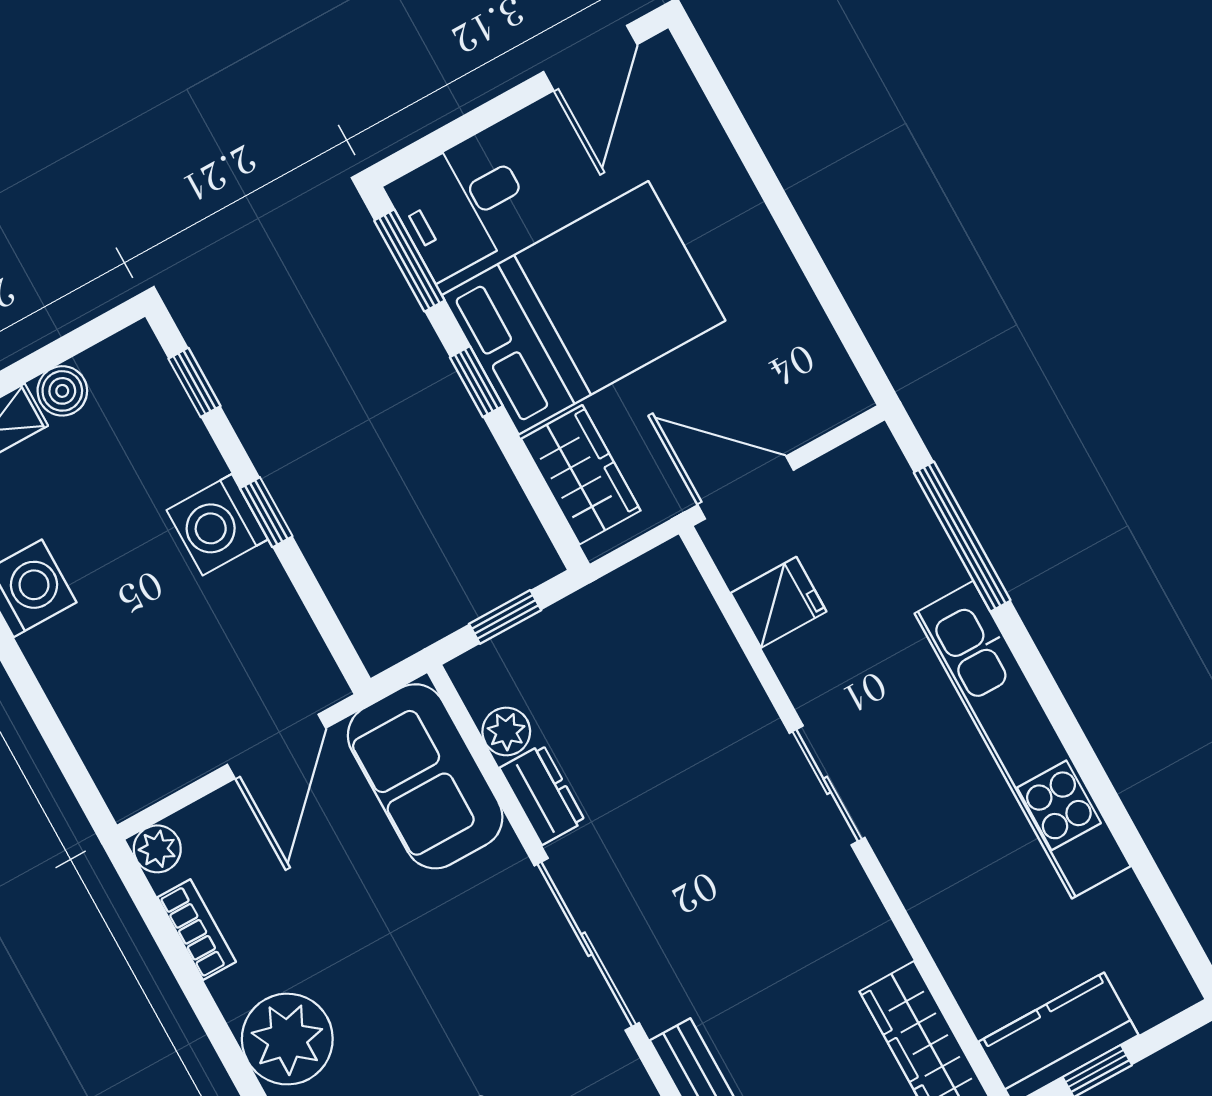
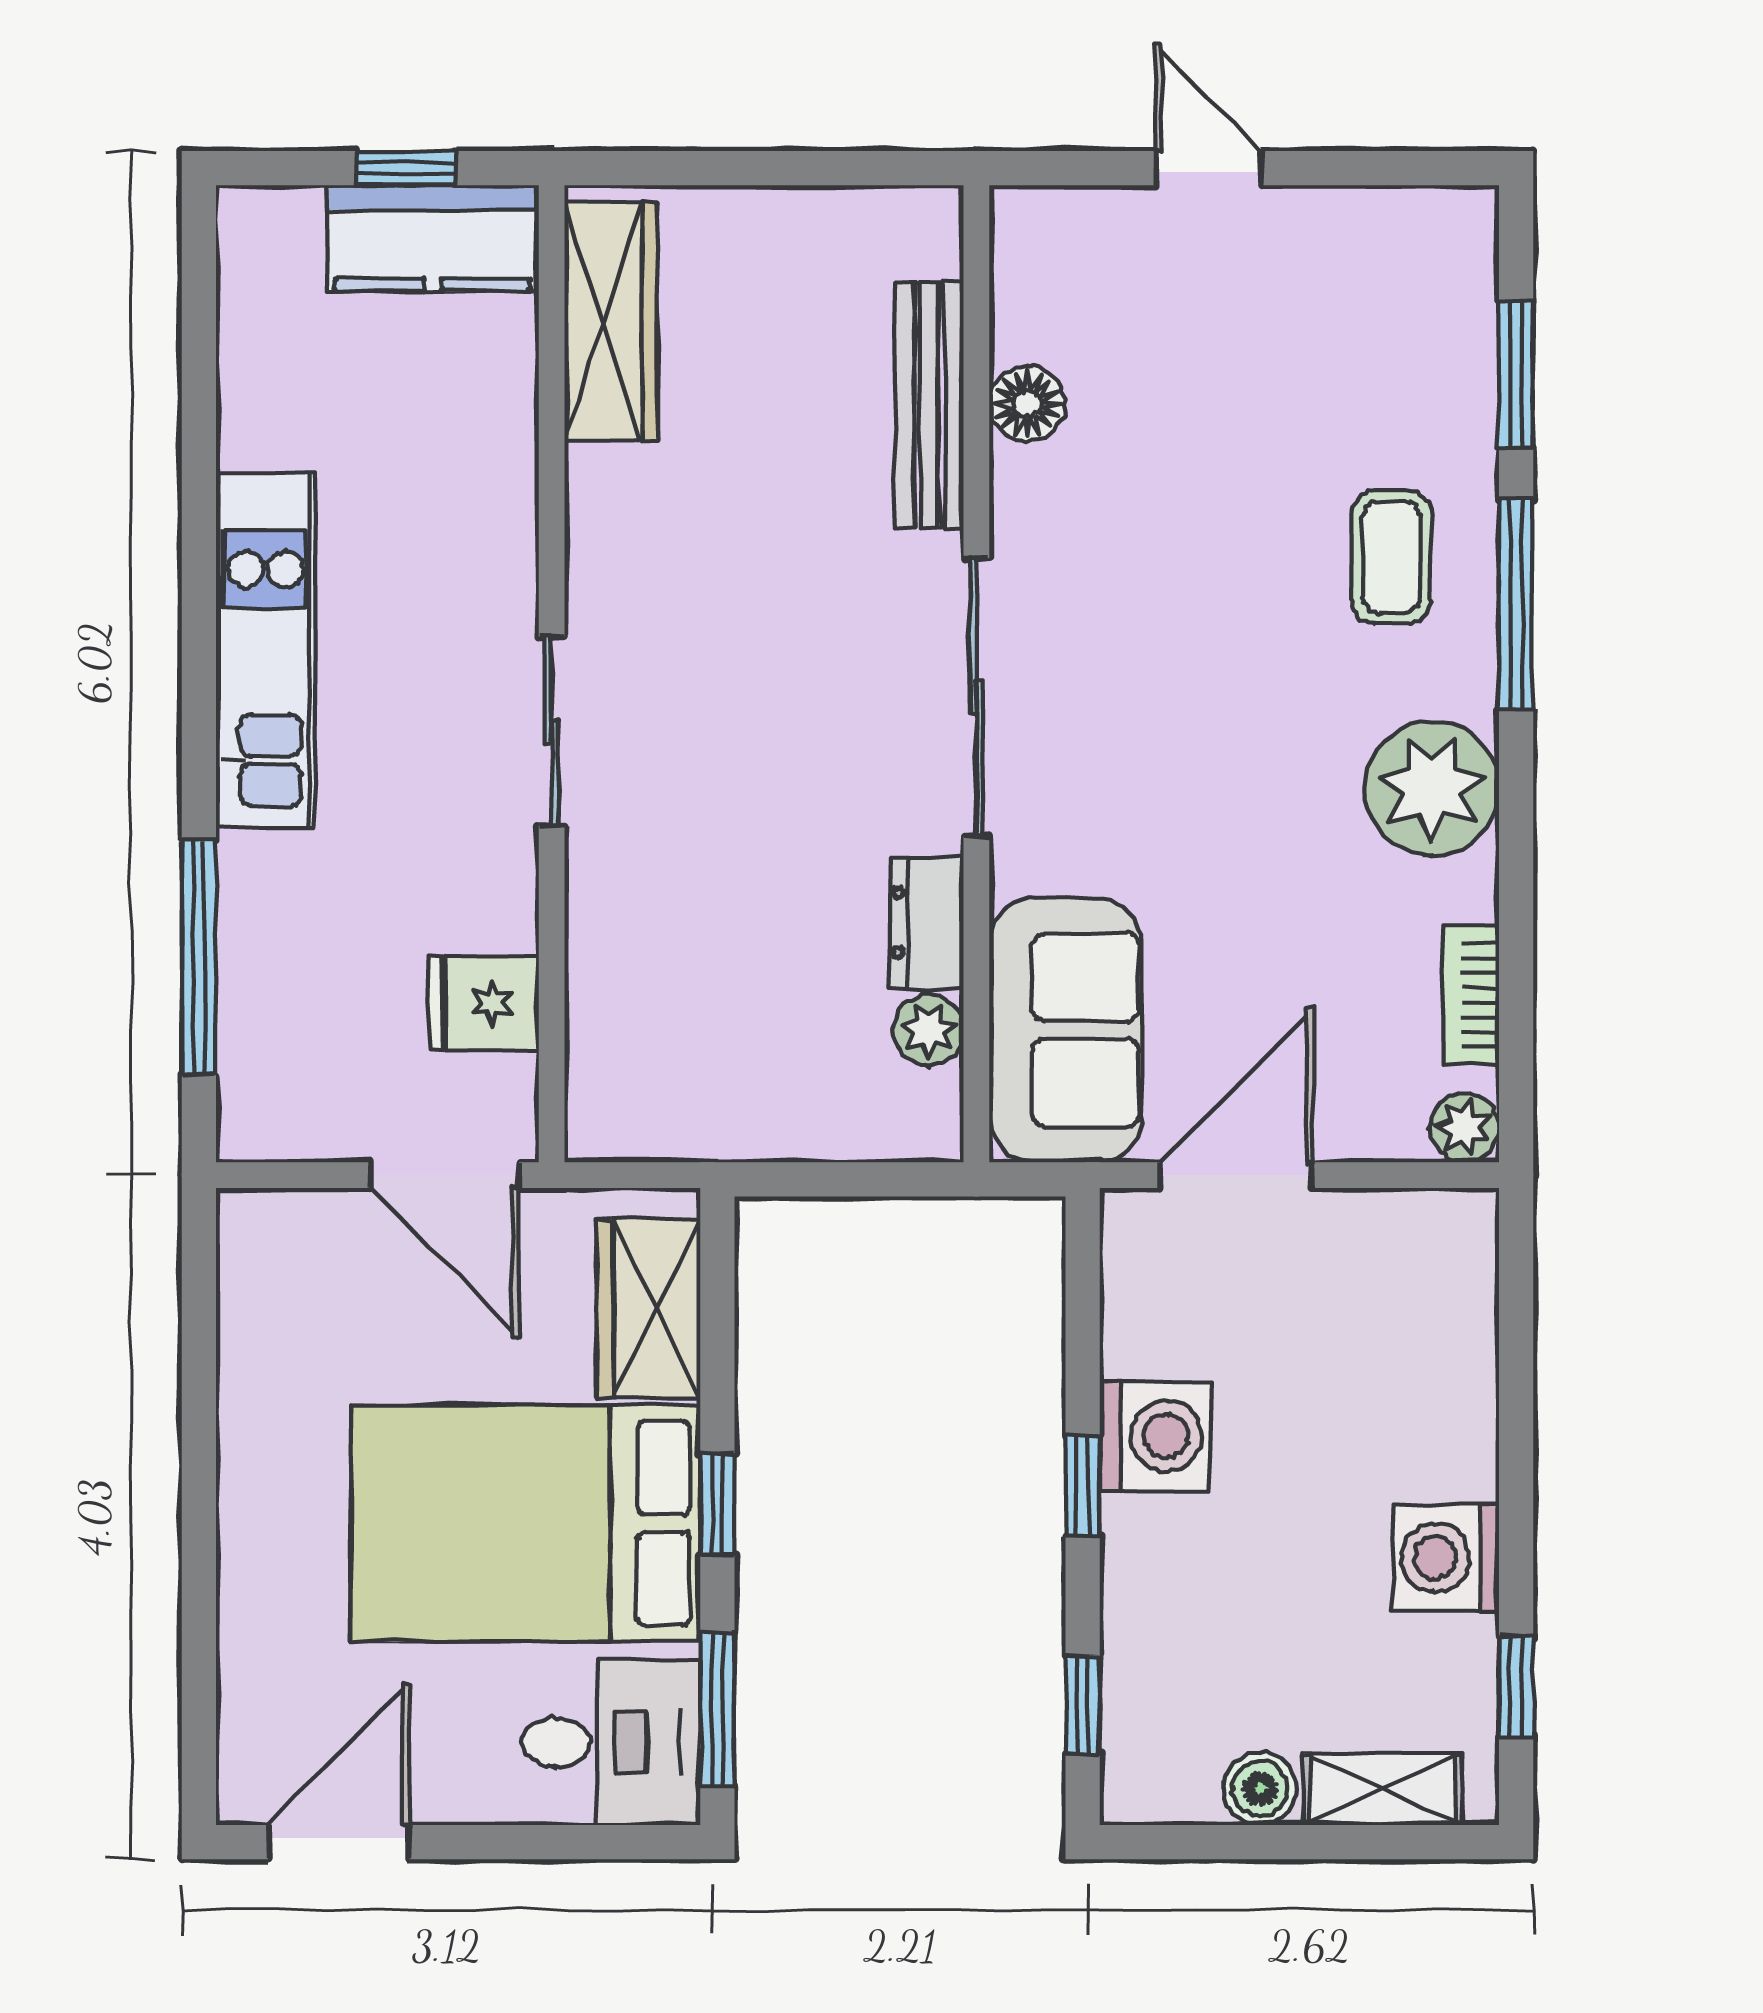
washing machine: (217, 525) -> (1155, 1436), moved
window: (505, 617) -> (848, 1179), removed
kitchen unit: (1023, 740) -> (266, 651), width x0.73

